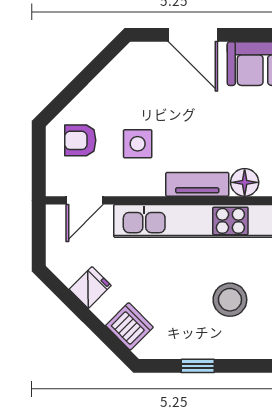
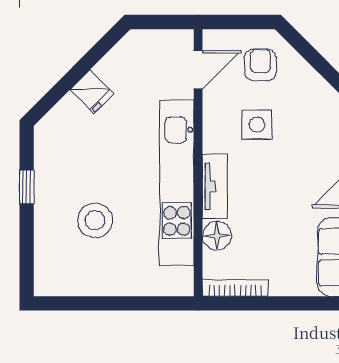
door: (85, 200) -> (198, 70), swing flipped
fridge: (90, 287) -> (92, 91), moved
dishwasher: (129, 326) -> (68, 116), removed

